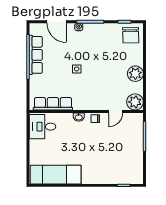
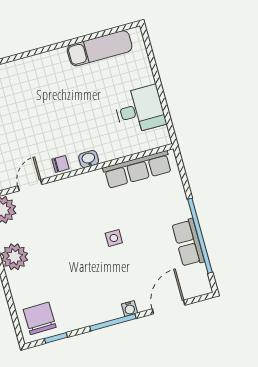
door: (57, 22) -> (169, 307), hinge flipped
row of seats: (36, 55) -> (188, 243), width x0.68
desk: (42, 127) -> (140, 110), moved
exam couch: (56, 175) -> (100, 48), width x0.73, depth x0.69

